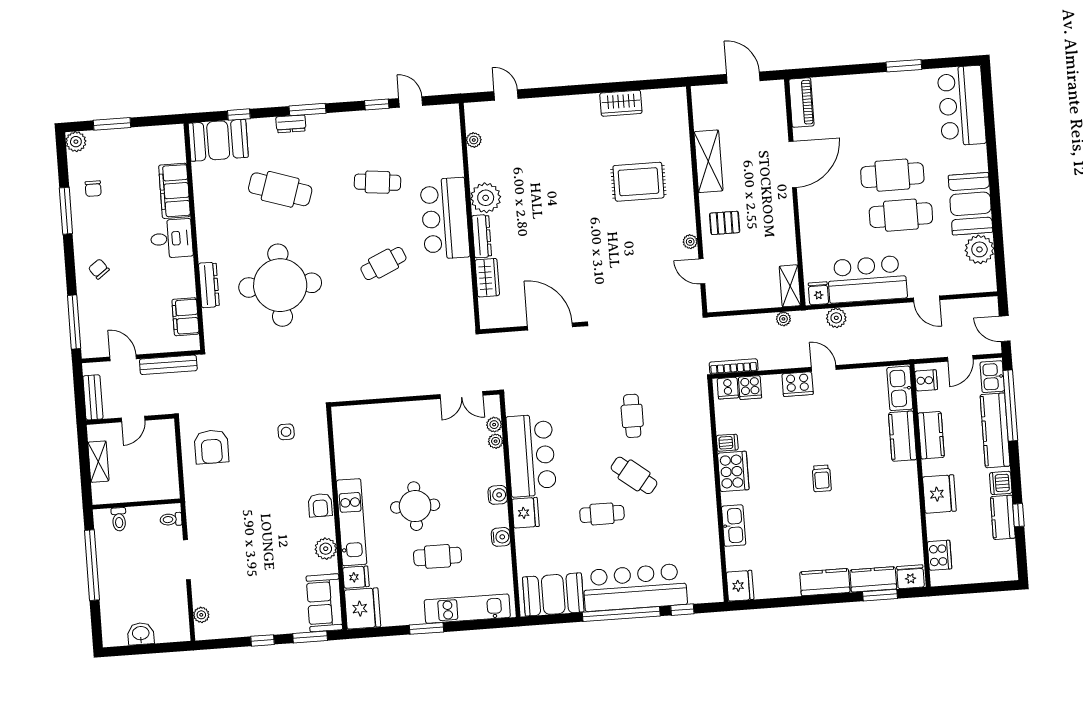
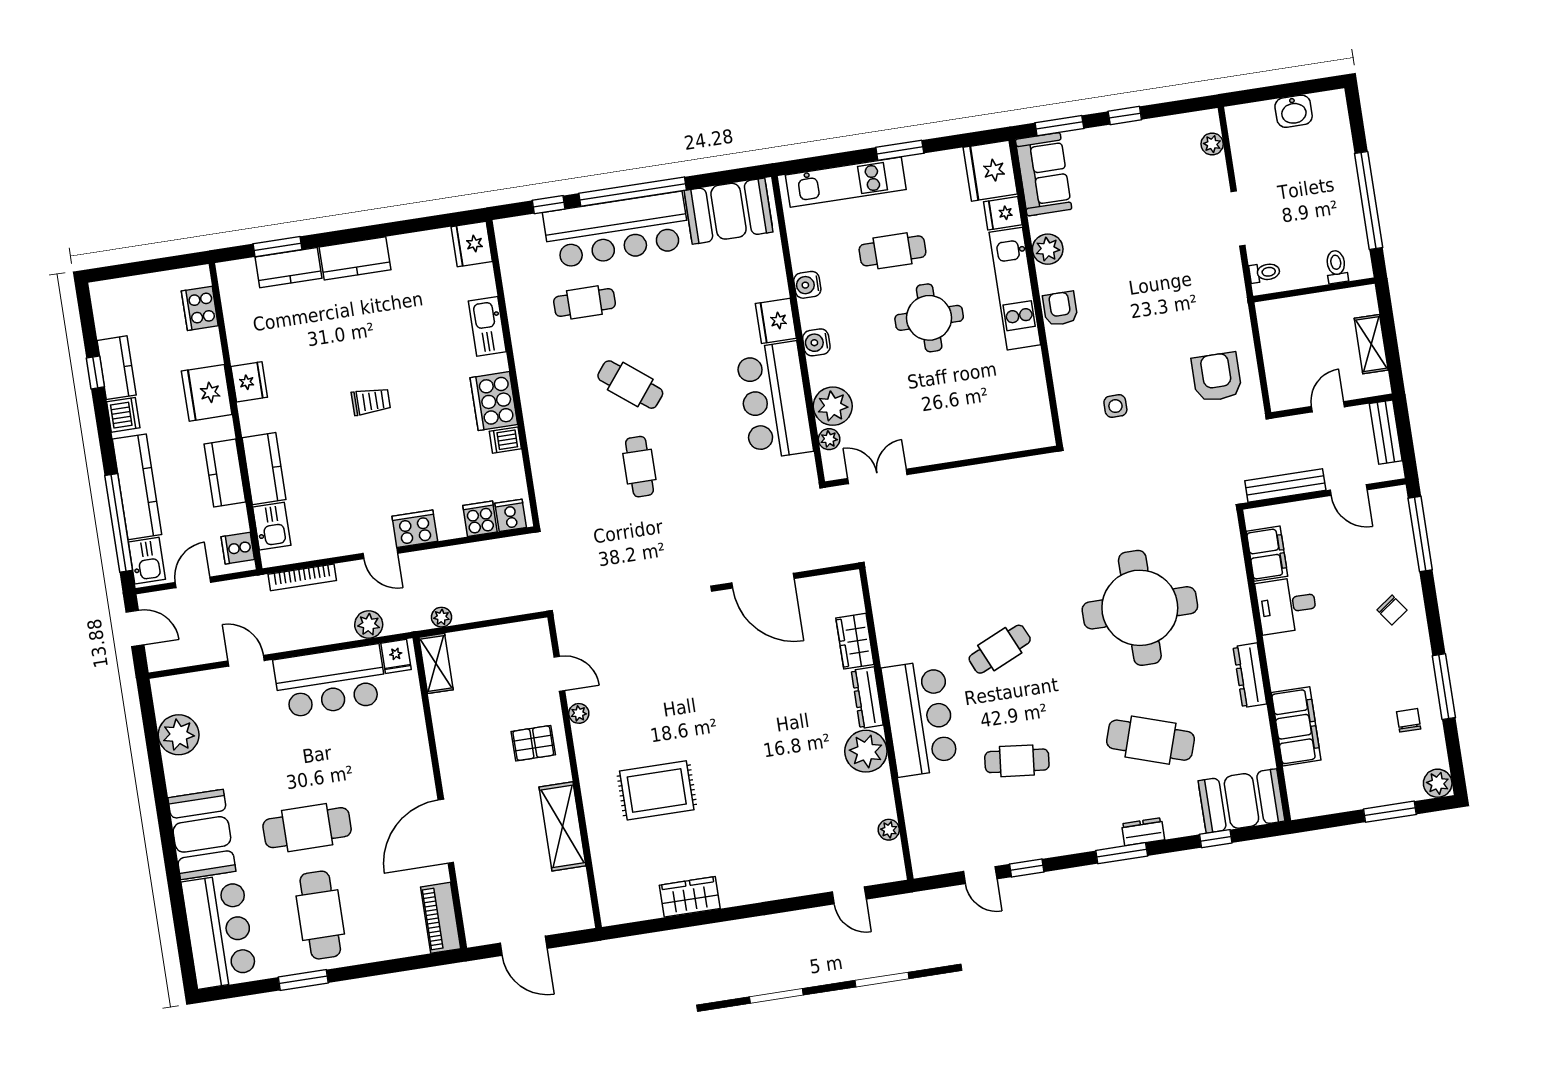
booth: (970, 204) -> (202, 834), moved
cafe table: (901, 215) -> (320, 915), moved, turned 90
desk: (172, 239) -> (1287, 605), moved
dresser: (209, 285) -> (1250, 675), moved
bookcase: (734, 366) -> (302, 577), moved
kitchen sink: (900, 388) -> (272, 526), width x0.73
plant: (496, 441) -> (833, 406), width x1.88, depth x1.88
trolley: (822, 478) -> (371, 401), turned 90
cafe table: (602, 514) -> (584, 302), moved
fridge: (910, 577) -> (249, 382), moved, turned -90

